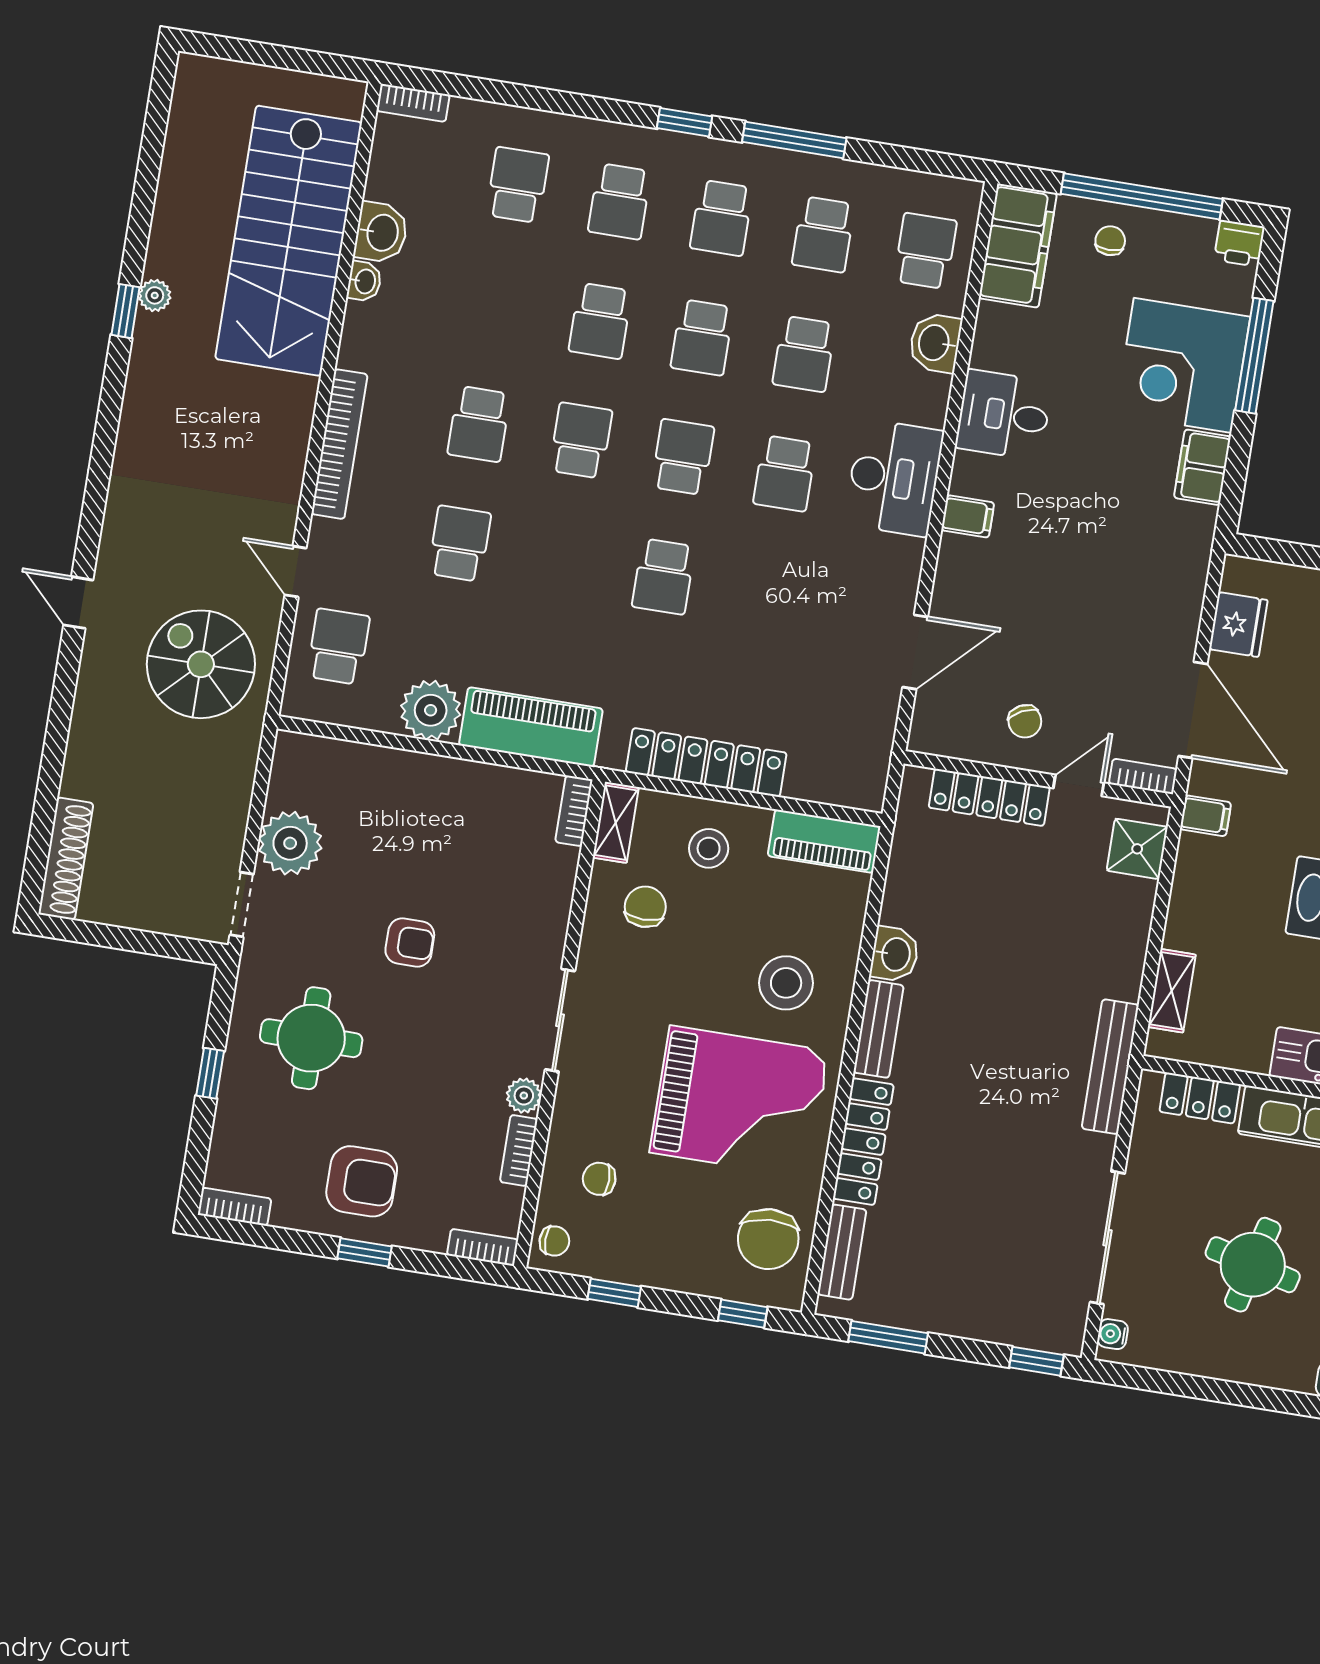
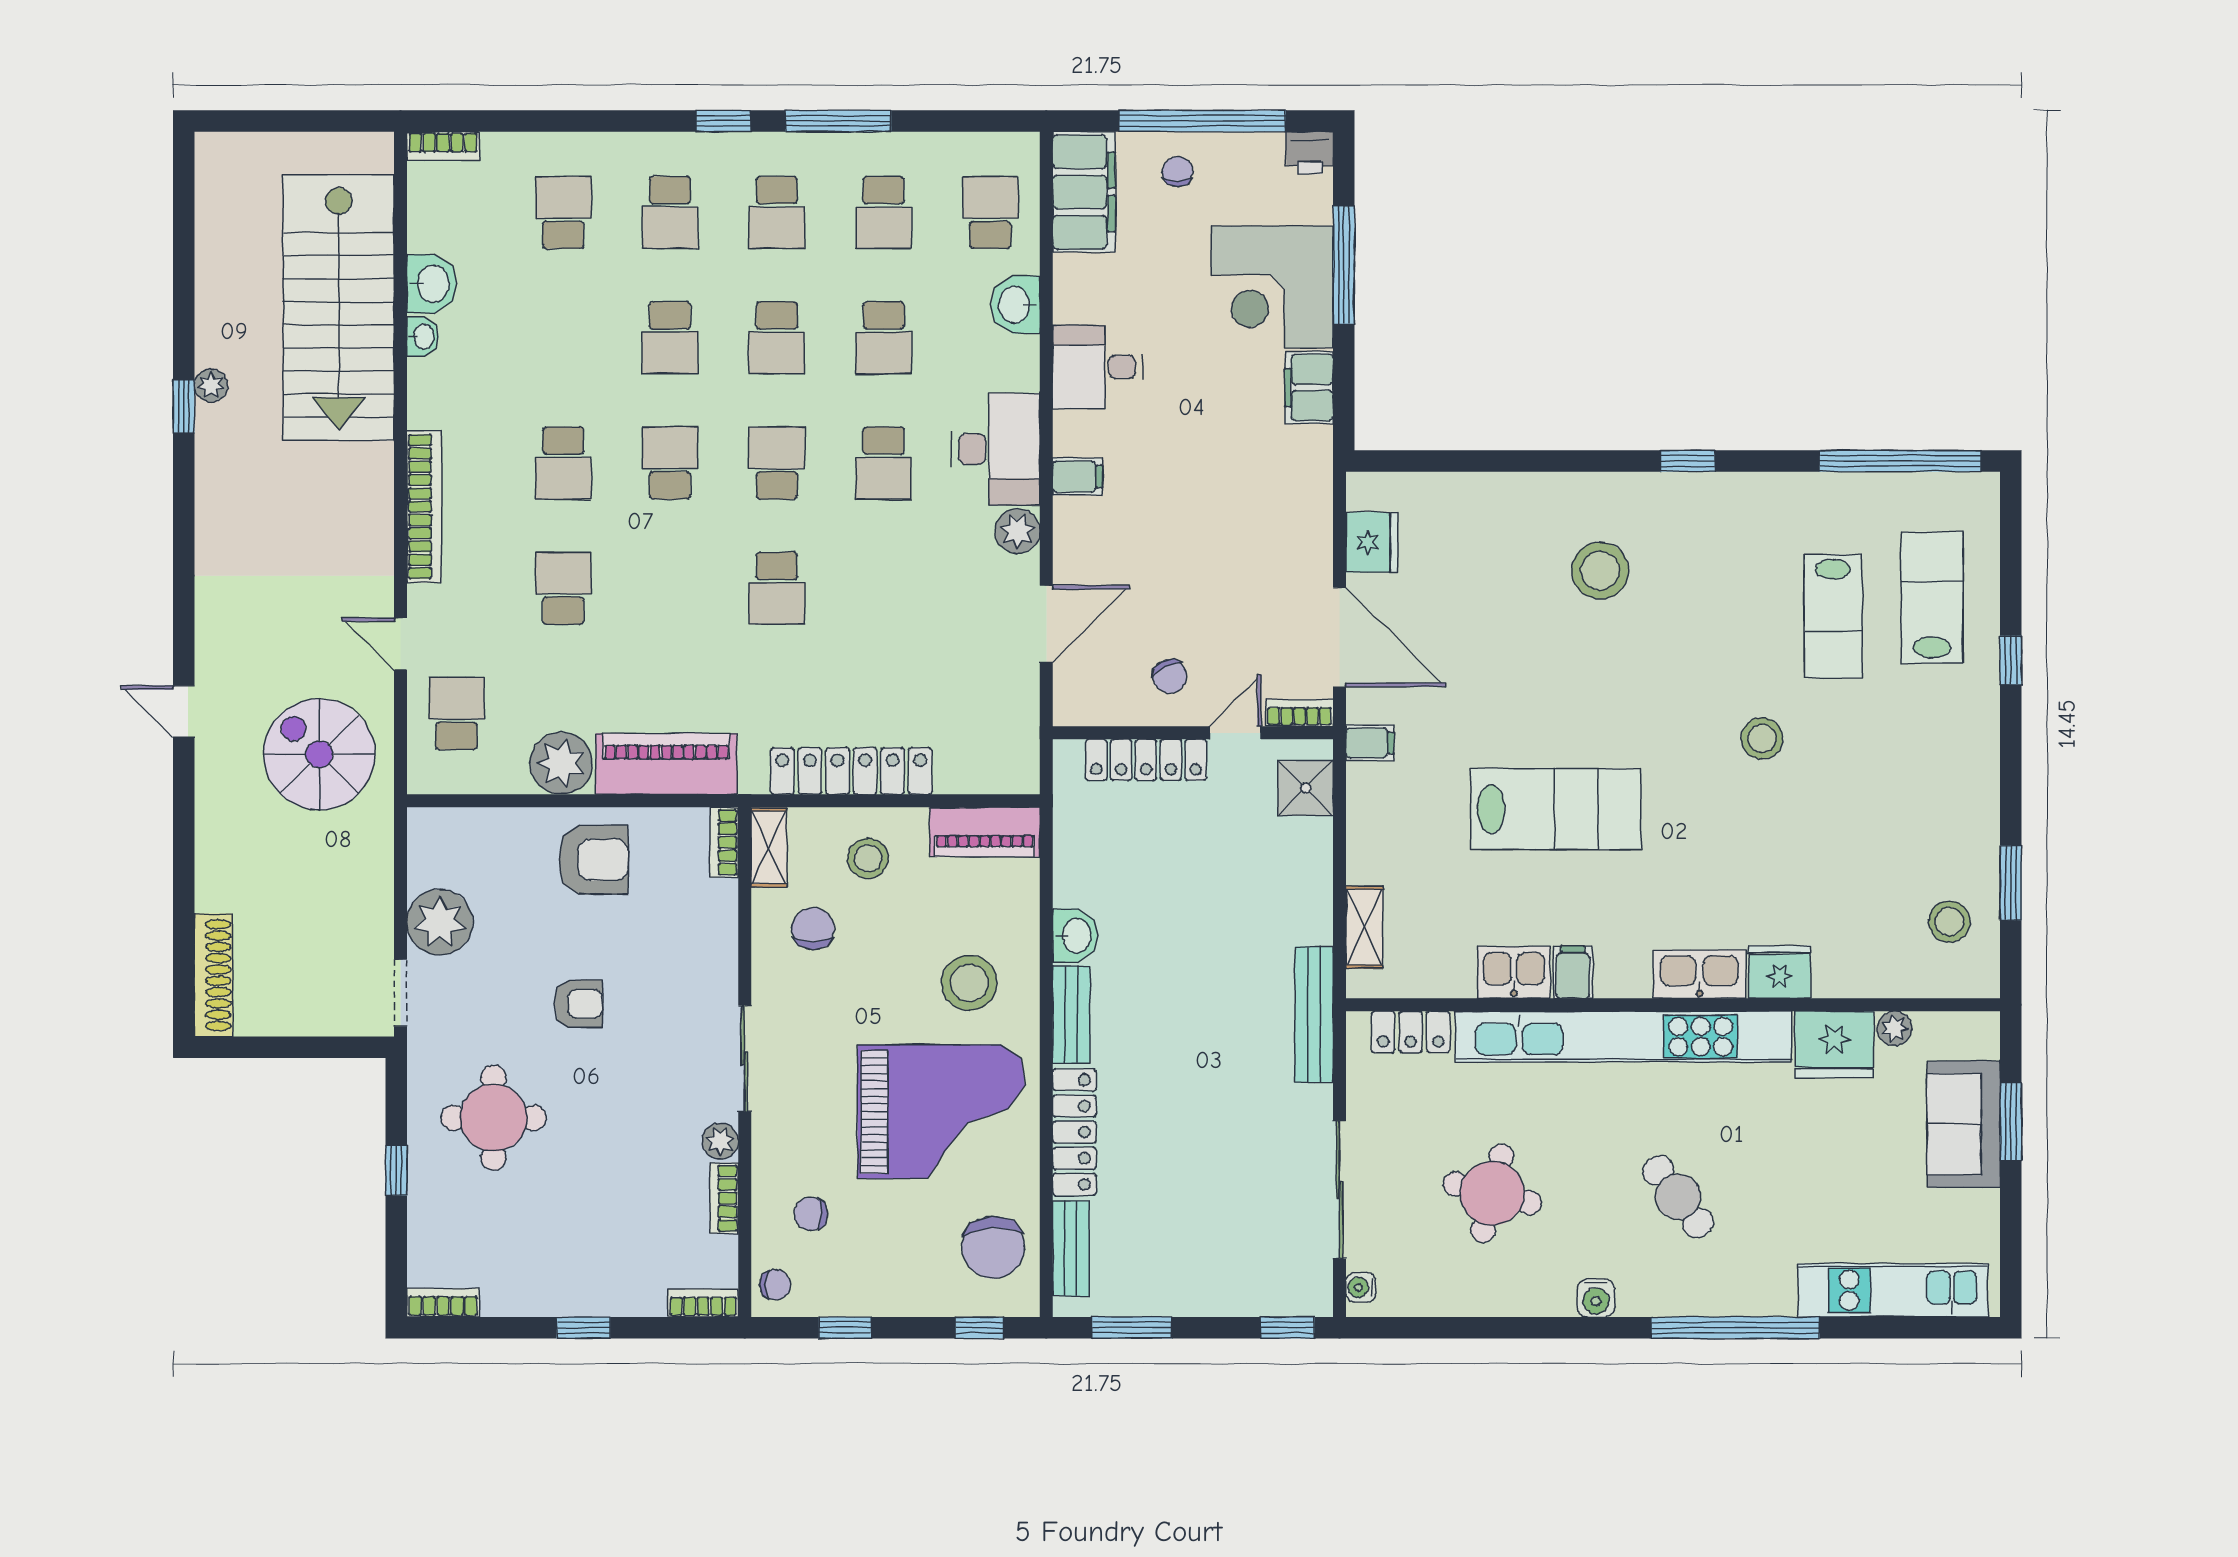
plant: (902, 559) -> (1018, 531), added
armchair: (362, 1181) -> (593, 860), moved

